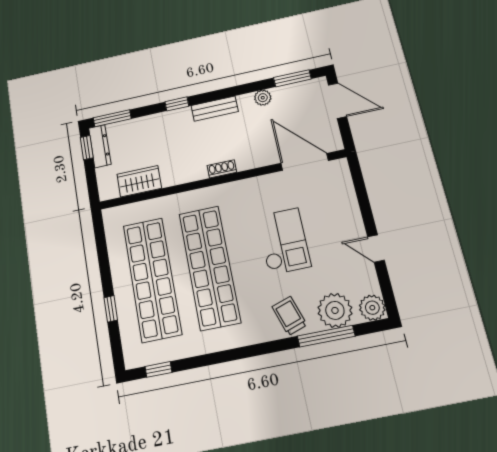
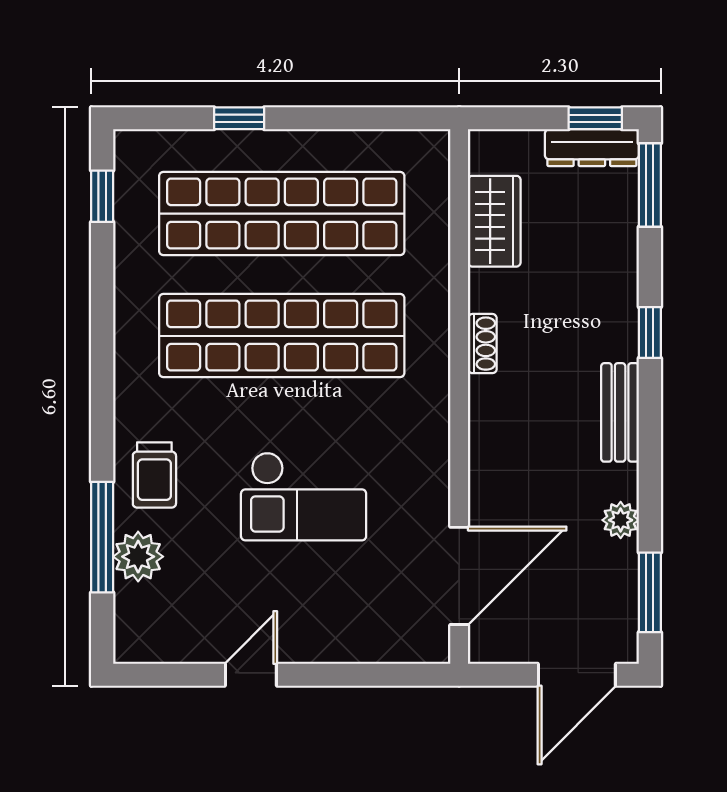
shoe rack: (222, 169) -> (482, 344), moved
plant: (372, 308) -> (138, 639), removed
plant: (335, 310) -> (138, 557), width x0.73, depth x0.73
trolley: (289, 316) -> (154, 475), turned 108

